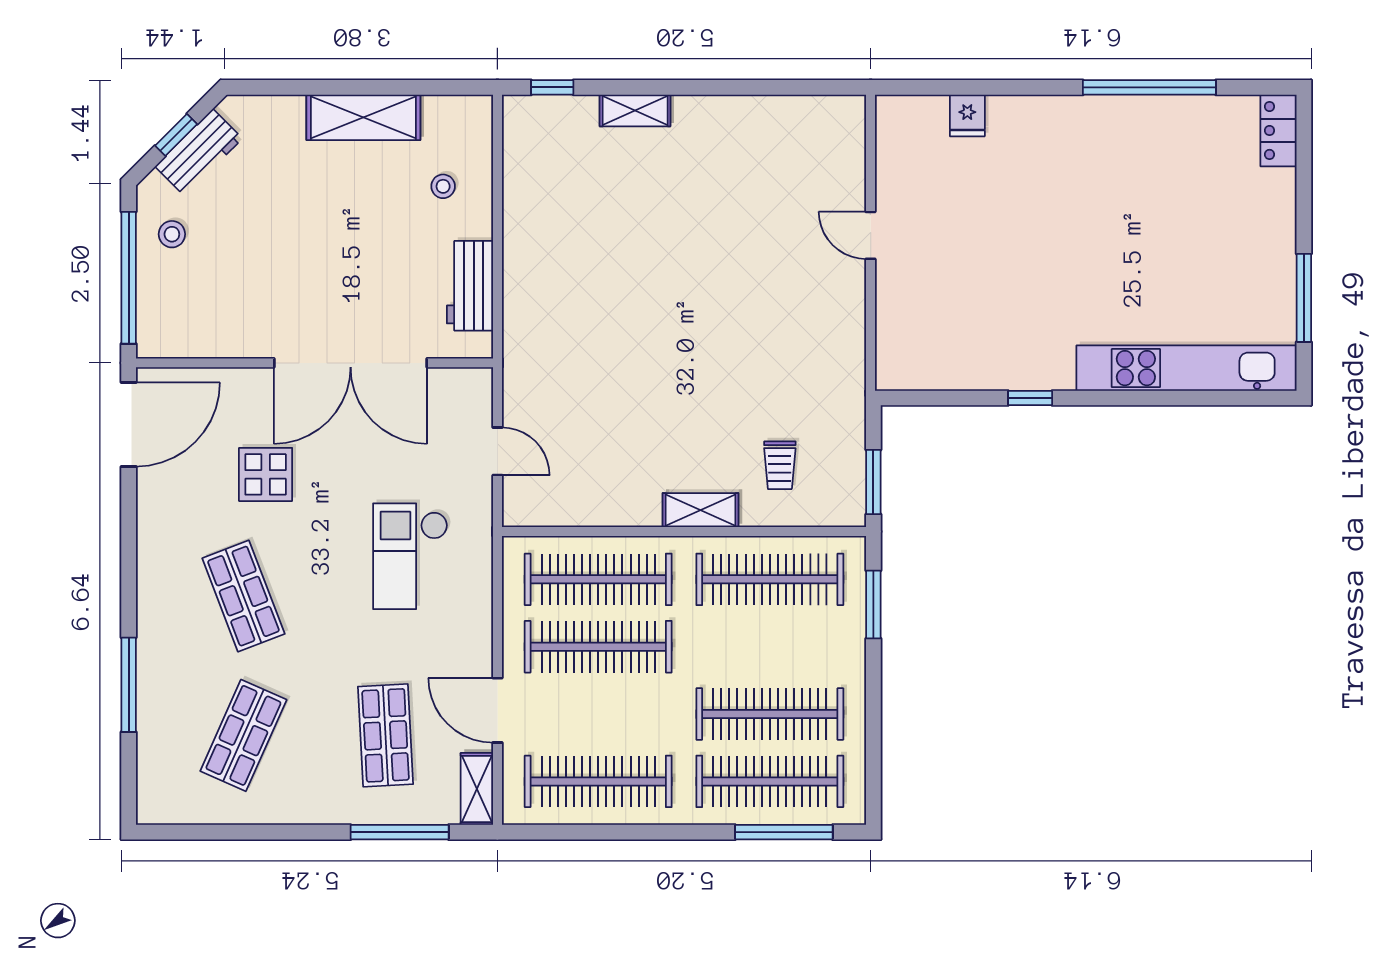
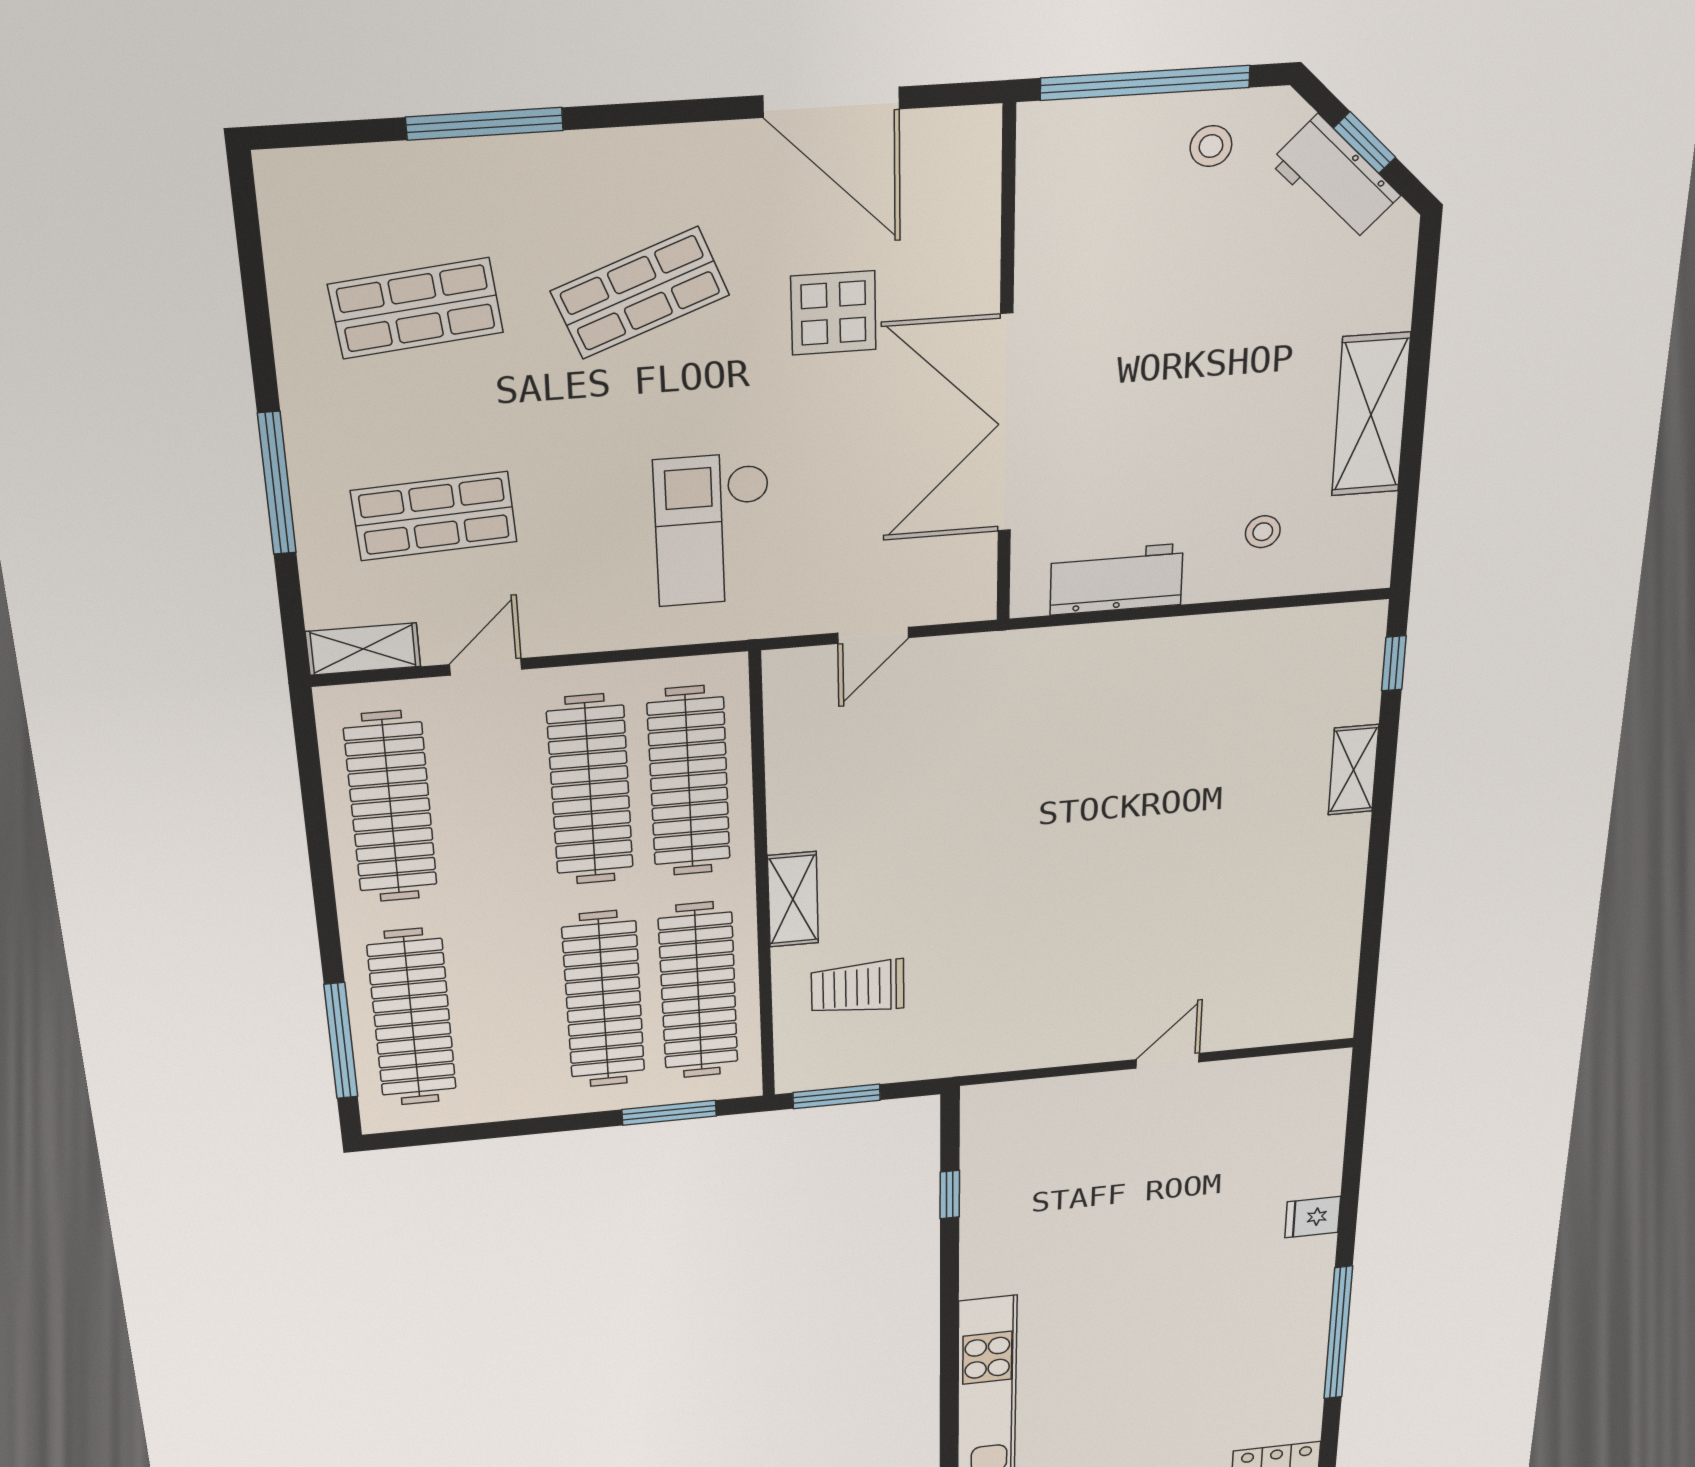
fridge: (967, 115) -> (1313, 1217), moved
window: (1030, 398) -> (950, 1195), moved
door: (129, 425) -> (831, 102), moved
trolley: (780, 465) -> (858, 987), width x1.36, depth x1.39
checkout: (410, 556) -> (713, 530), turned -90
door: (497, 710) -> (486, 667), width x0.73
clothes rail: (770, 714) -> (603, 1000), moved
shop shelf: (243, 735) -> (416, 308), turned -30
window: (400, 832) -> (277, 483), moved

